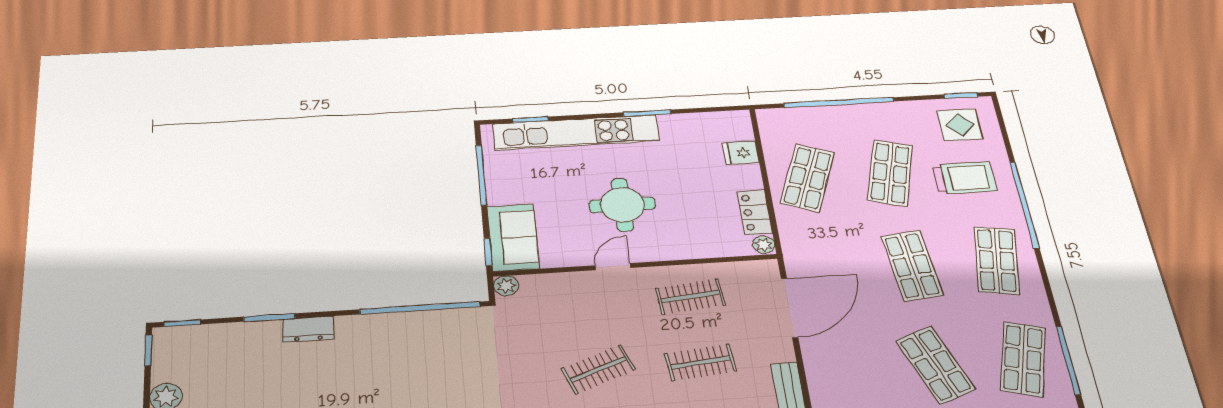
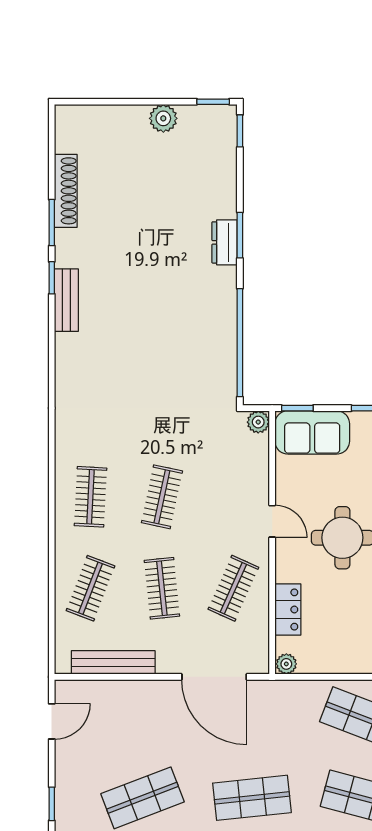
locker: (755, 212) -> (288, 610), moved, turned 90
clothes rail: (690, 297) -> (233, 588), turned 30
window: (269, 318) -> (240, 235), moved
clothes rail: (598, 369) -> (162, 497), turned 33

